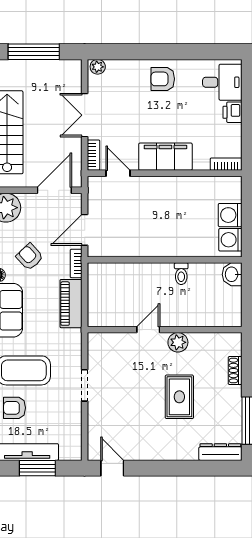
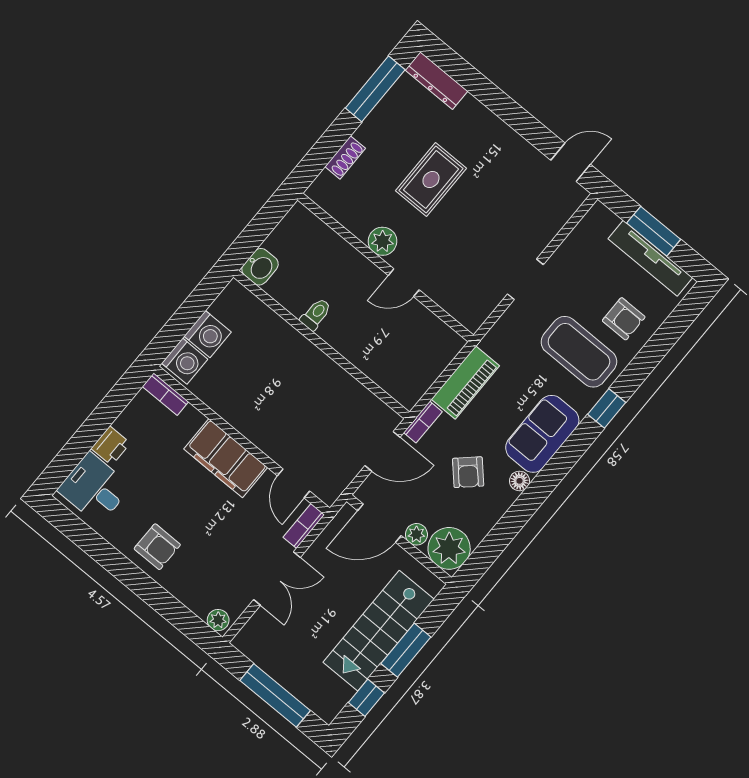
plant: (30, 201) -> (416, 534), added
washing machine: (230, 240) -> (185, 361), moved
door: (112, 468) -> (571, 162), swing flipped

